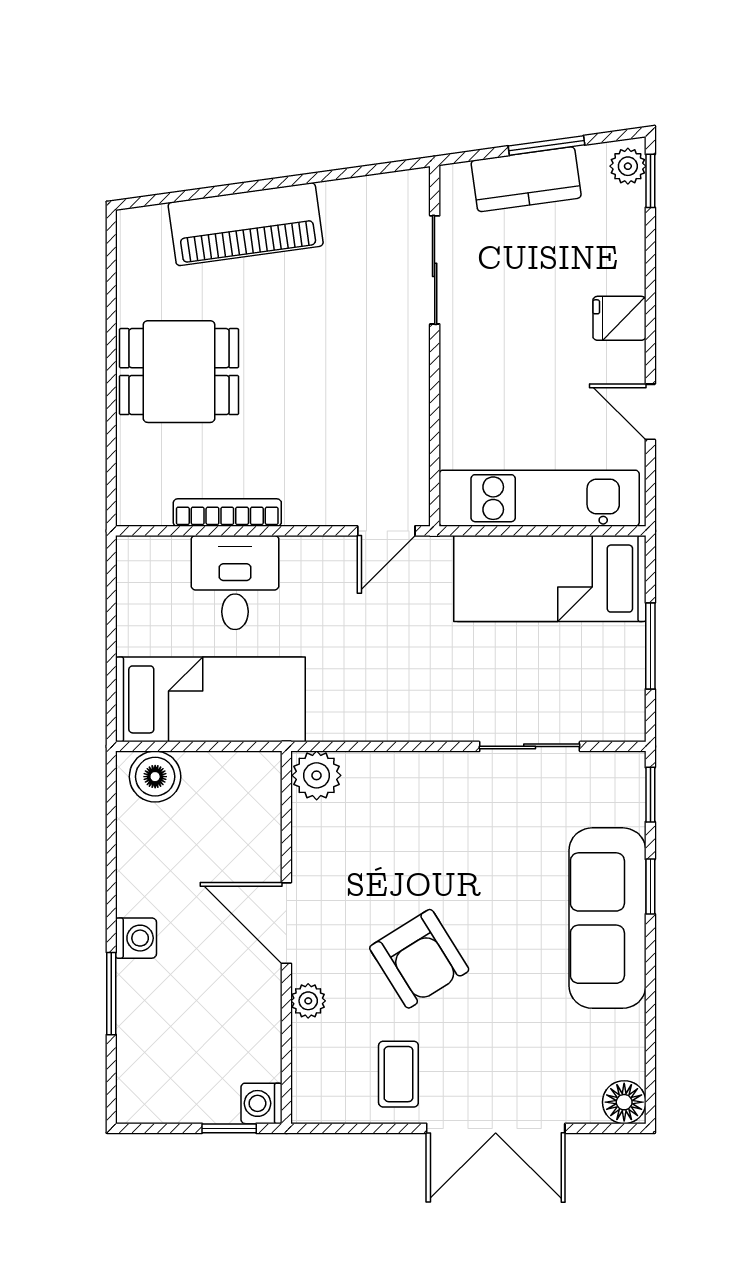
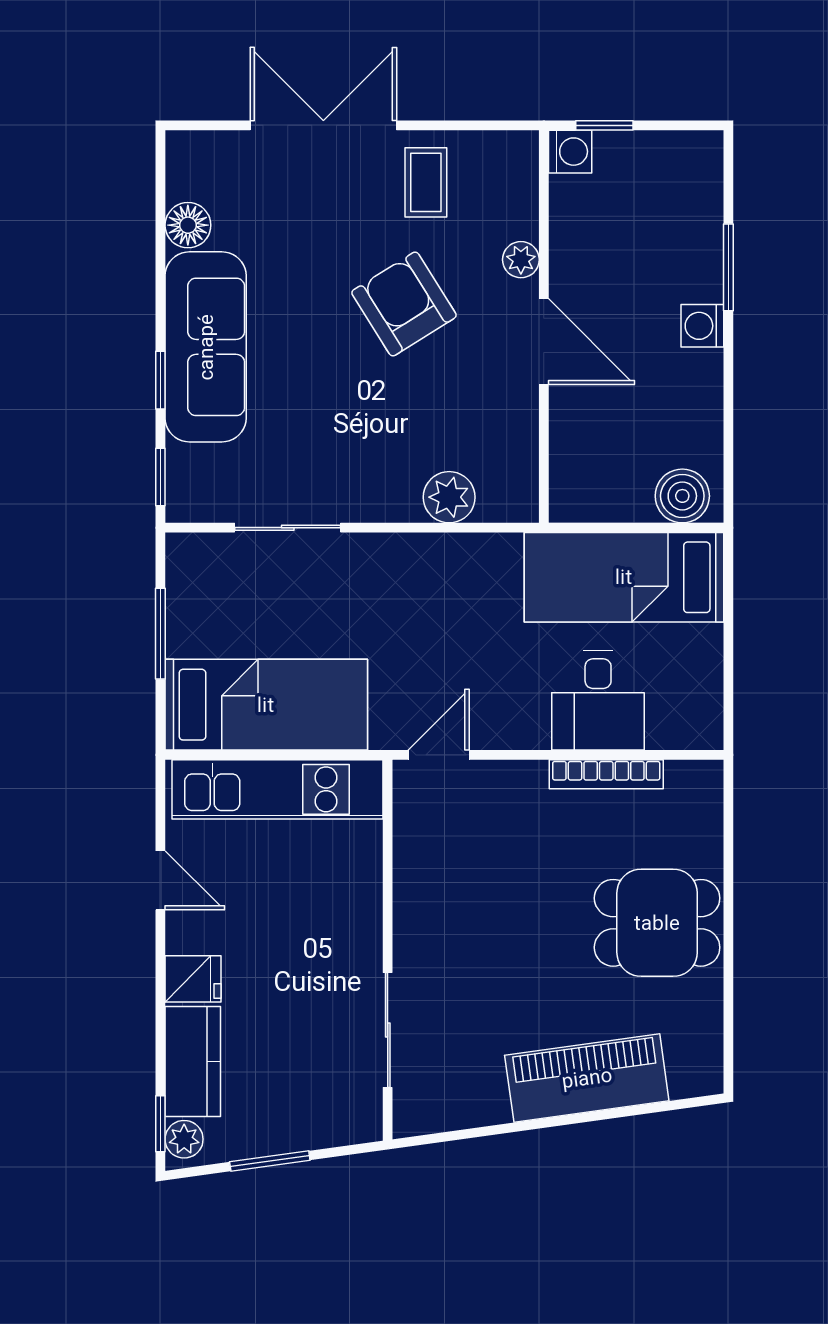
kitchen counter: (526, 179) -> (193, 1061), moved, turned 98
plant: (317, 775) -> (449, 497), moved
floor lamp: (624, 1102) -> (188, 225), moved

